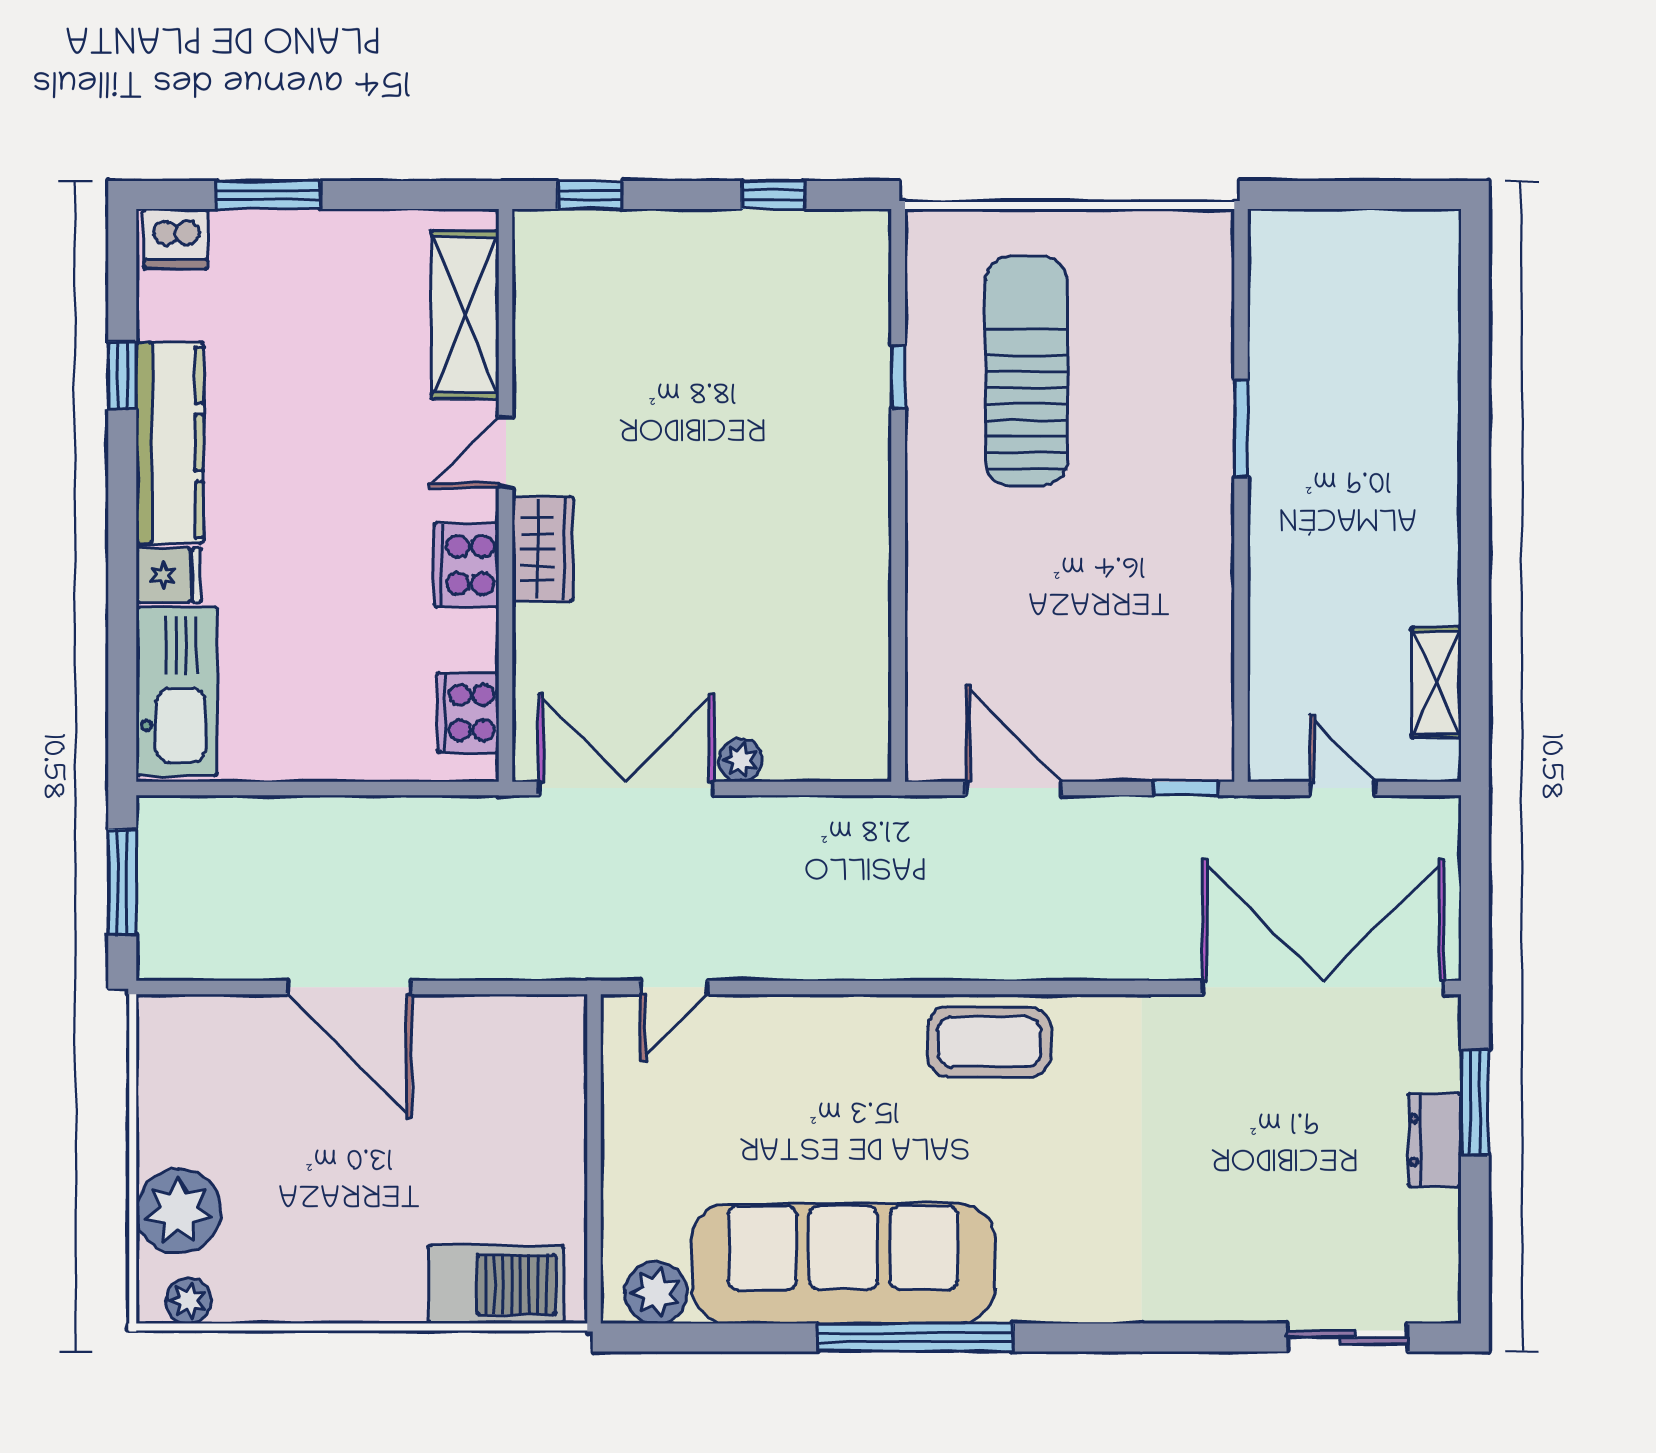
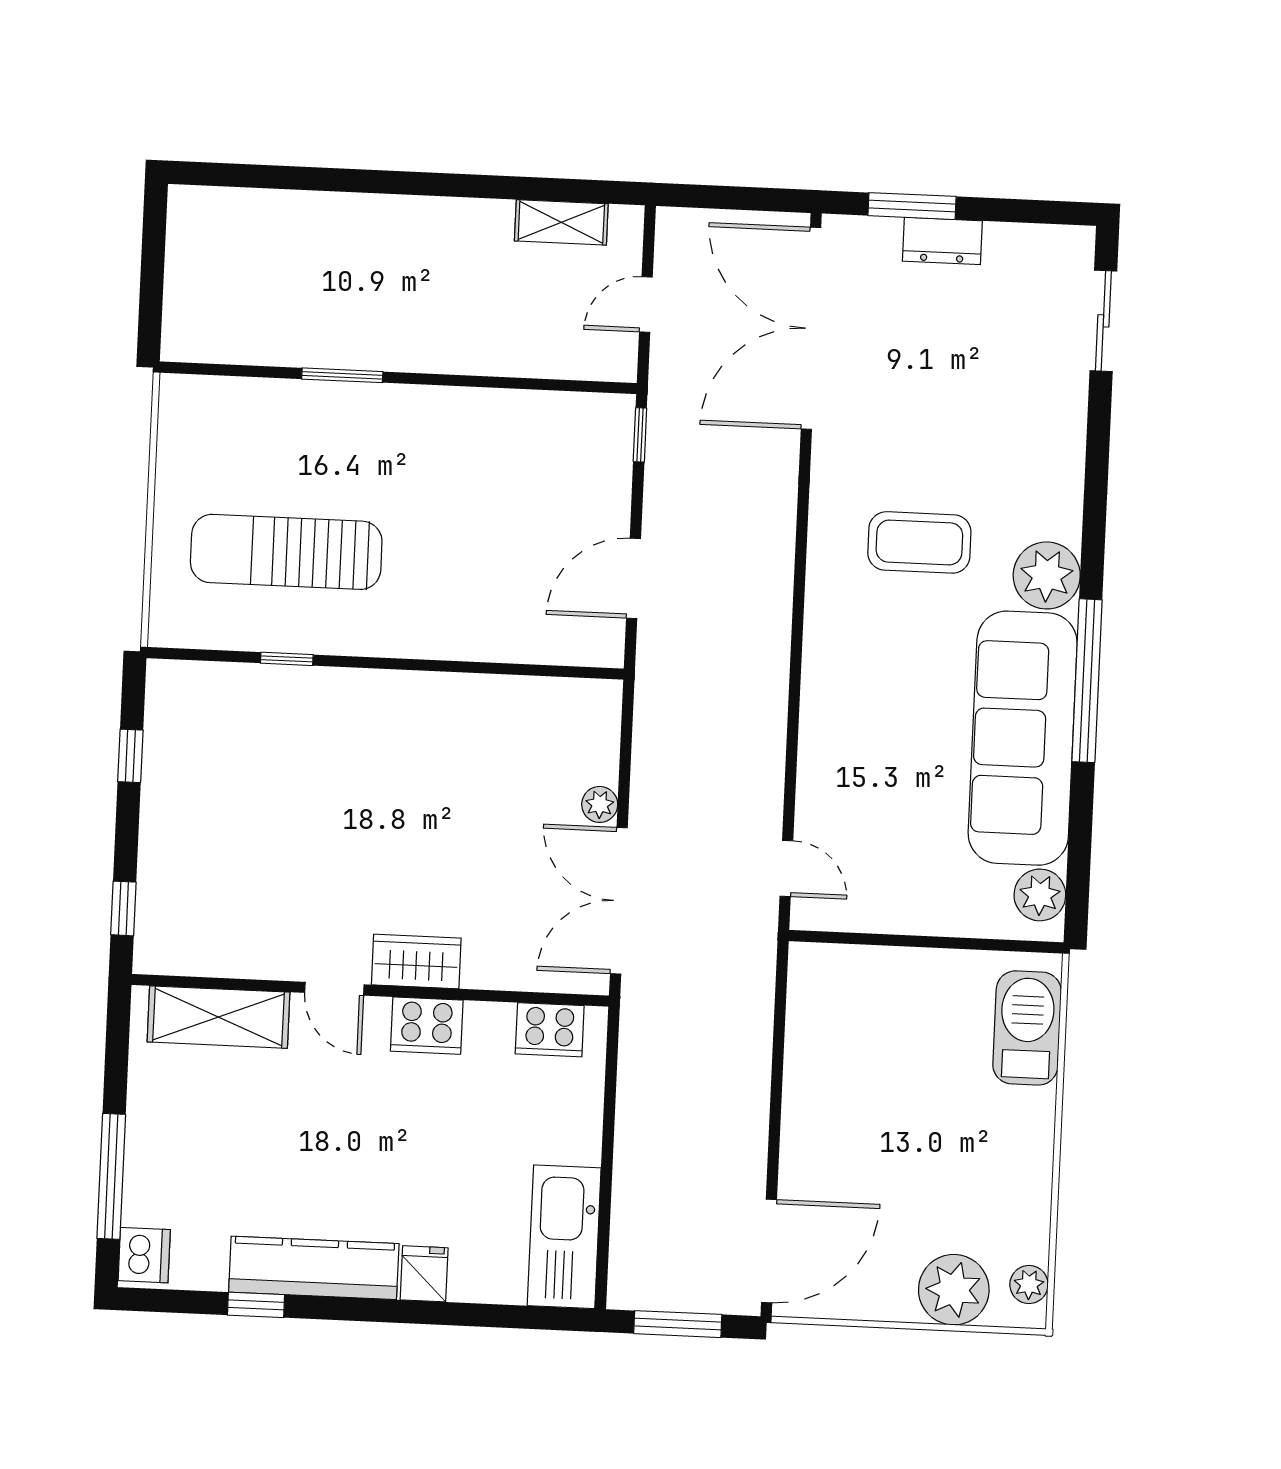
window: (268, 195) -> (111, 1176), width x1.44
kitchen sink: (177, 692) -> (564, 1237), moved, turned -90
door: (349, 987) -> (769, 1251), moved
coffee table: (989, 1042) -> (919, 542), moved, turned 90
plant: (1039, 1283) -> (1047, 575), added

